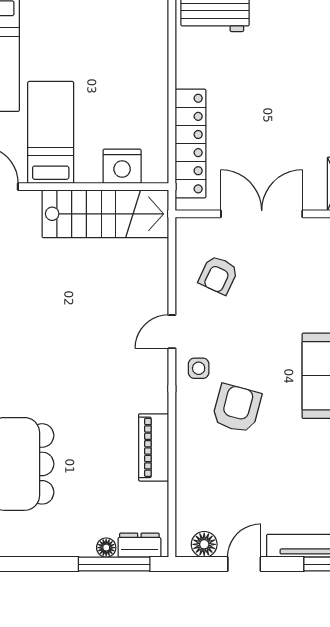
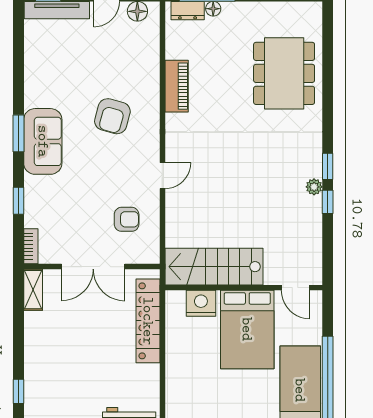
bed: (51, 132) -> (247, 329), width x1.50
armchair: (218, 275) -> (127, 219), turned 65
side table: (199, 368) -> (142, 147), removed

